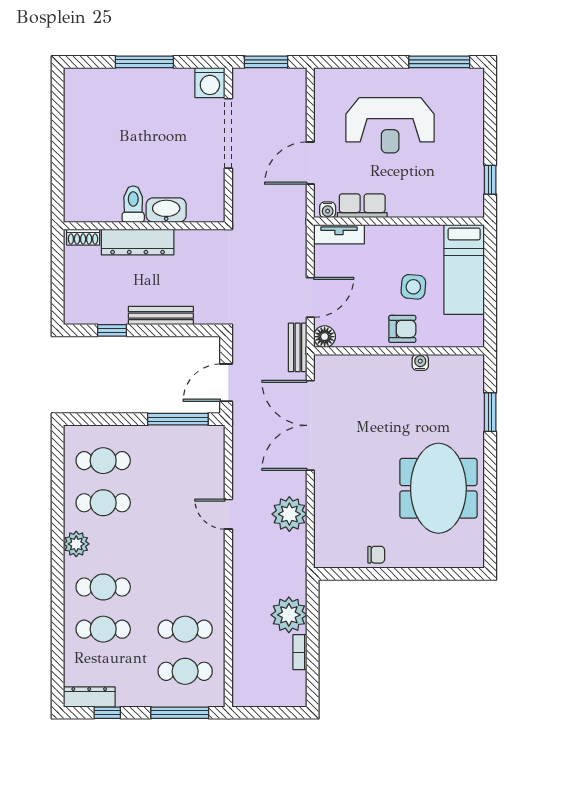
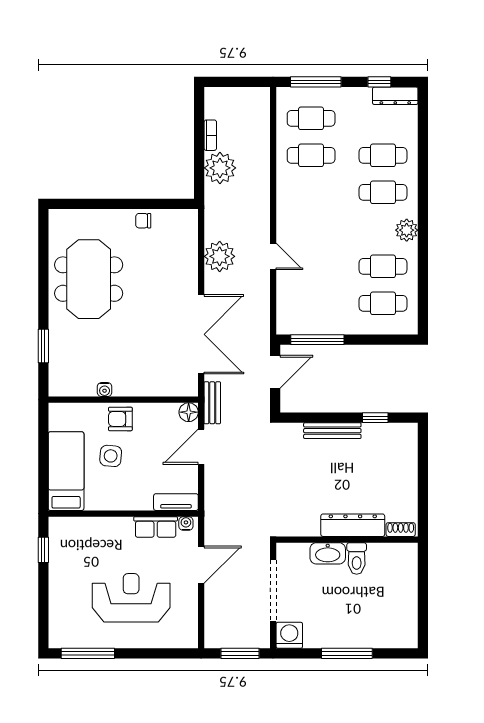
toilet: (133, 204) -> (357, 559), moved
washbasin: (166, 210) -> (328, 553), moved
wall: (144, 226) -> (347, 540), moved
shoe rack: (83, 237) -> (401, 530), moved
dresser: (138, 242) -> (353, 525), moved

